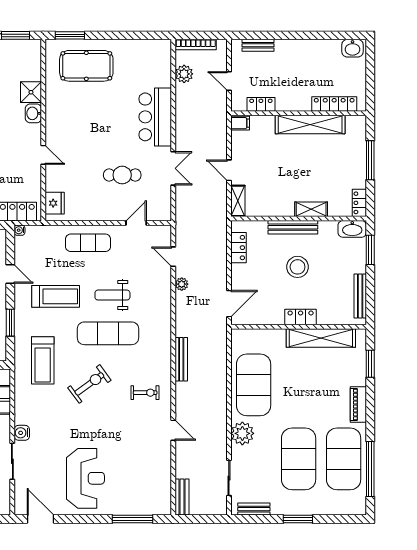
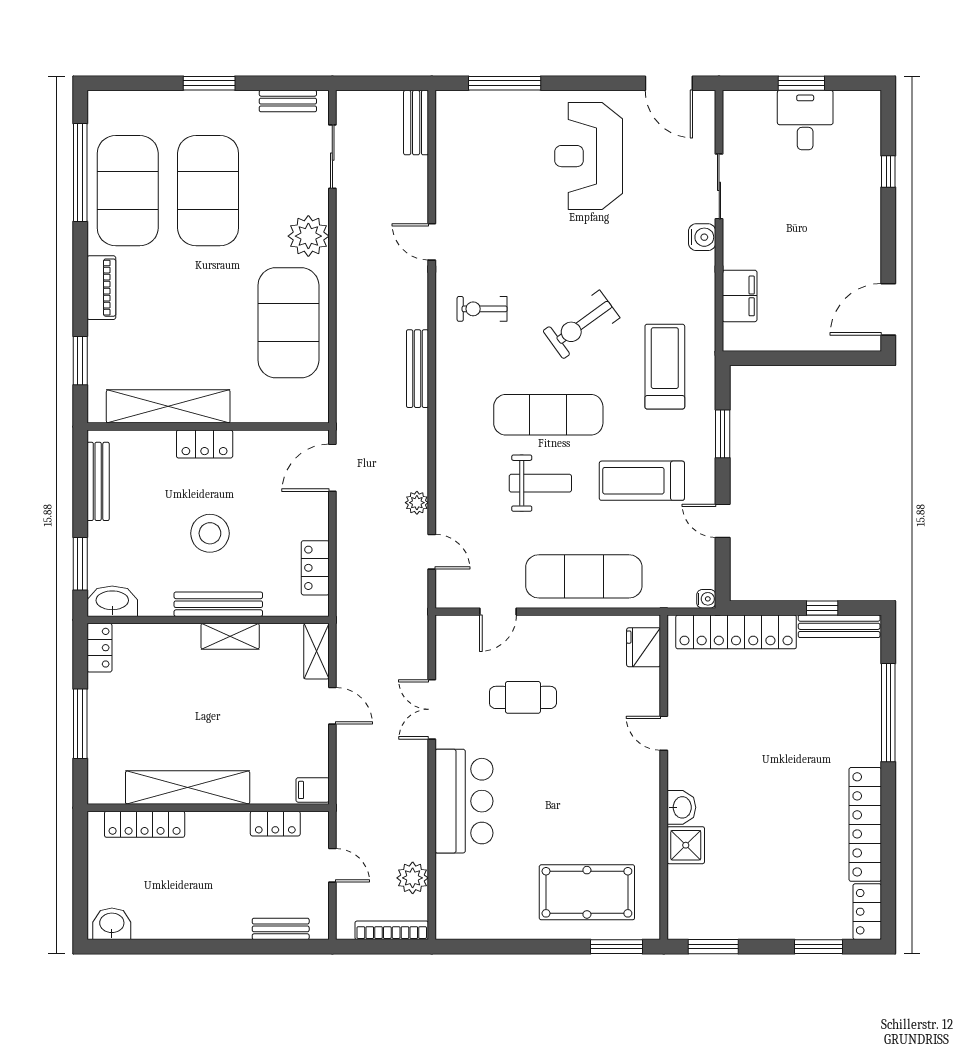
shelving: (311, 209) -> (230, 636), moved
exercise mat: (88, 243) -> (584, 576), width x1.36, depth x1.45

